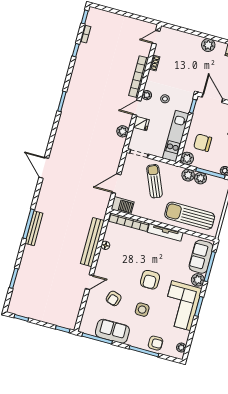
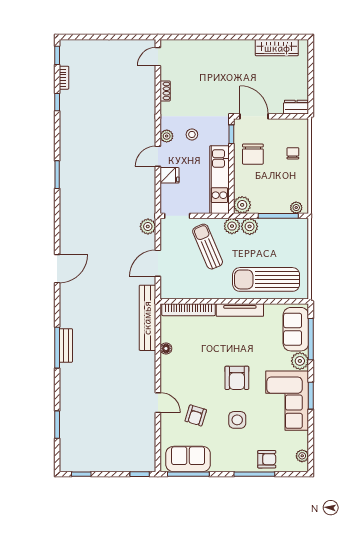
plant: (208, 45) -> (230, 48), removed
bookcase: (139, 77) -> (149, 115), removed
plant: (123, 131) -> (148, 226), moved
chair: (203, 143) -> (253, 154), moved, turned -90
door: (44, 168) -> (57, 269), swing flipped
plant: (201, 178) -> (232, 226), moved
barbecue: (123, 206) -> (174, 290), removed
bench: (34, 228) -> (66, 345), width x0.73
bench: (92, 242) -> (147, 318), moved
door: (89, 282) -> (158, 403), hinge flipped
sofa: (112, 331) -> (188, 459), moved

